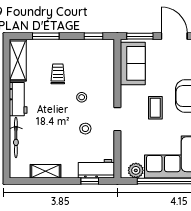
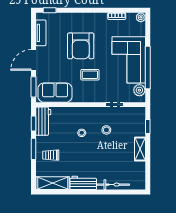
window: (46, 36) -> (34, 149), moved
trolley: (58, 74) -> (51, 155), moved
doorway: (117, 119) -> (114, 105), moved
workbench: (96, 169) -> (43, 121), moved, turned 180
shelving: (45, 171) -> (140, 149), moved

